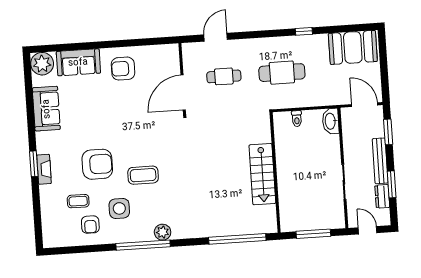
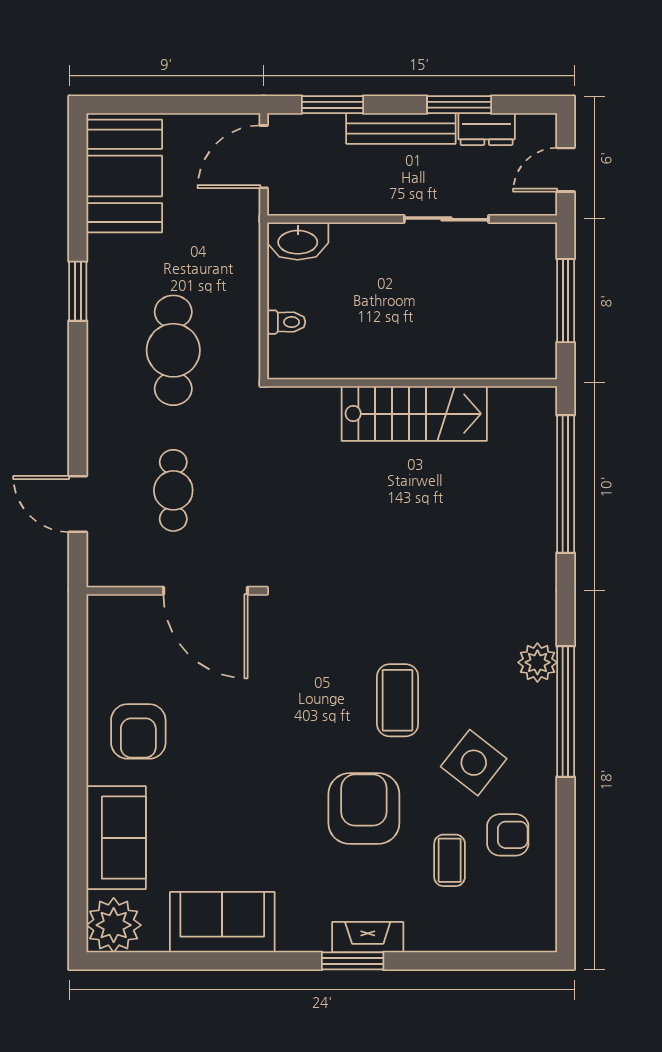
window: (304, 31) -> (78, 291), width x1.50
side table: (119, 208) -> (474, 763), turned 38

